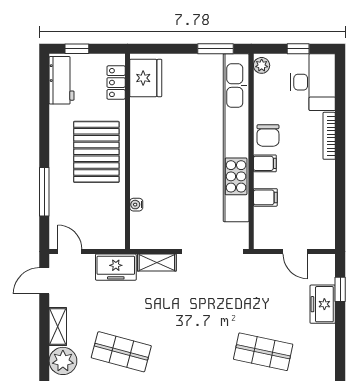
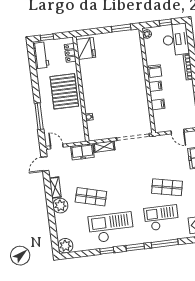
kitchen unit: (236, 138) -> (138, 74), removed

